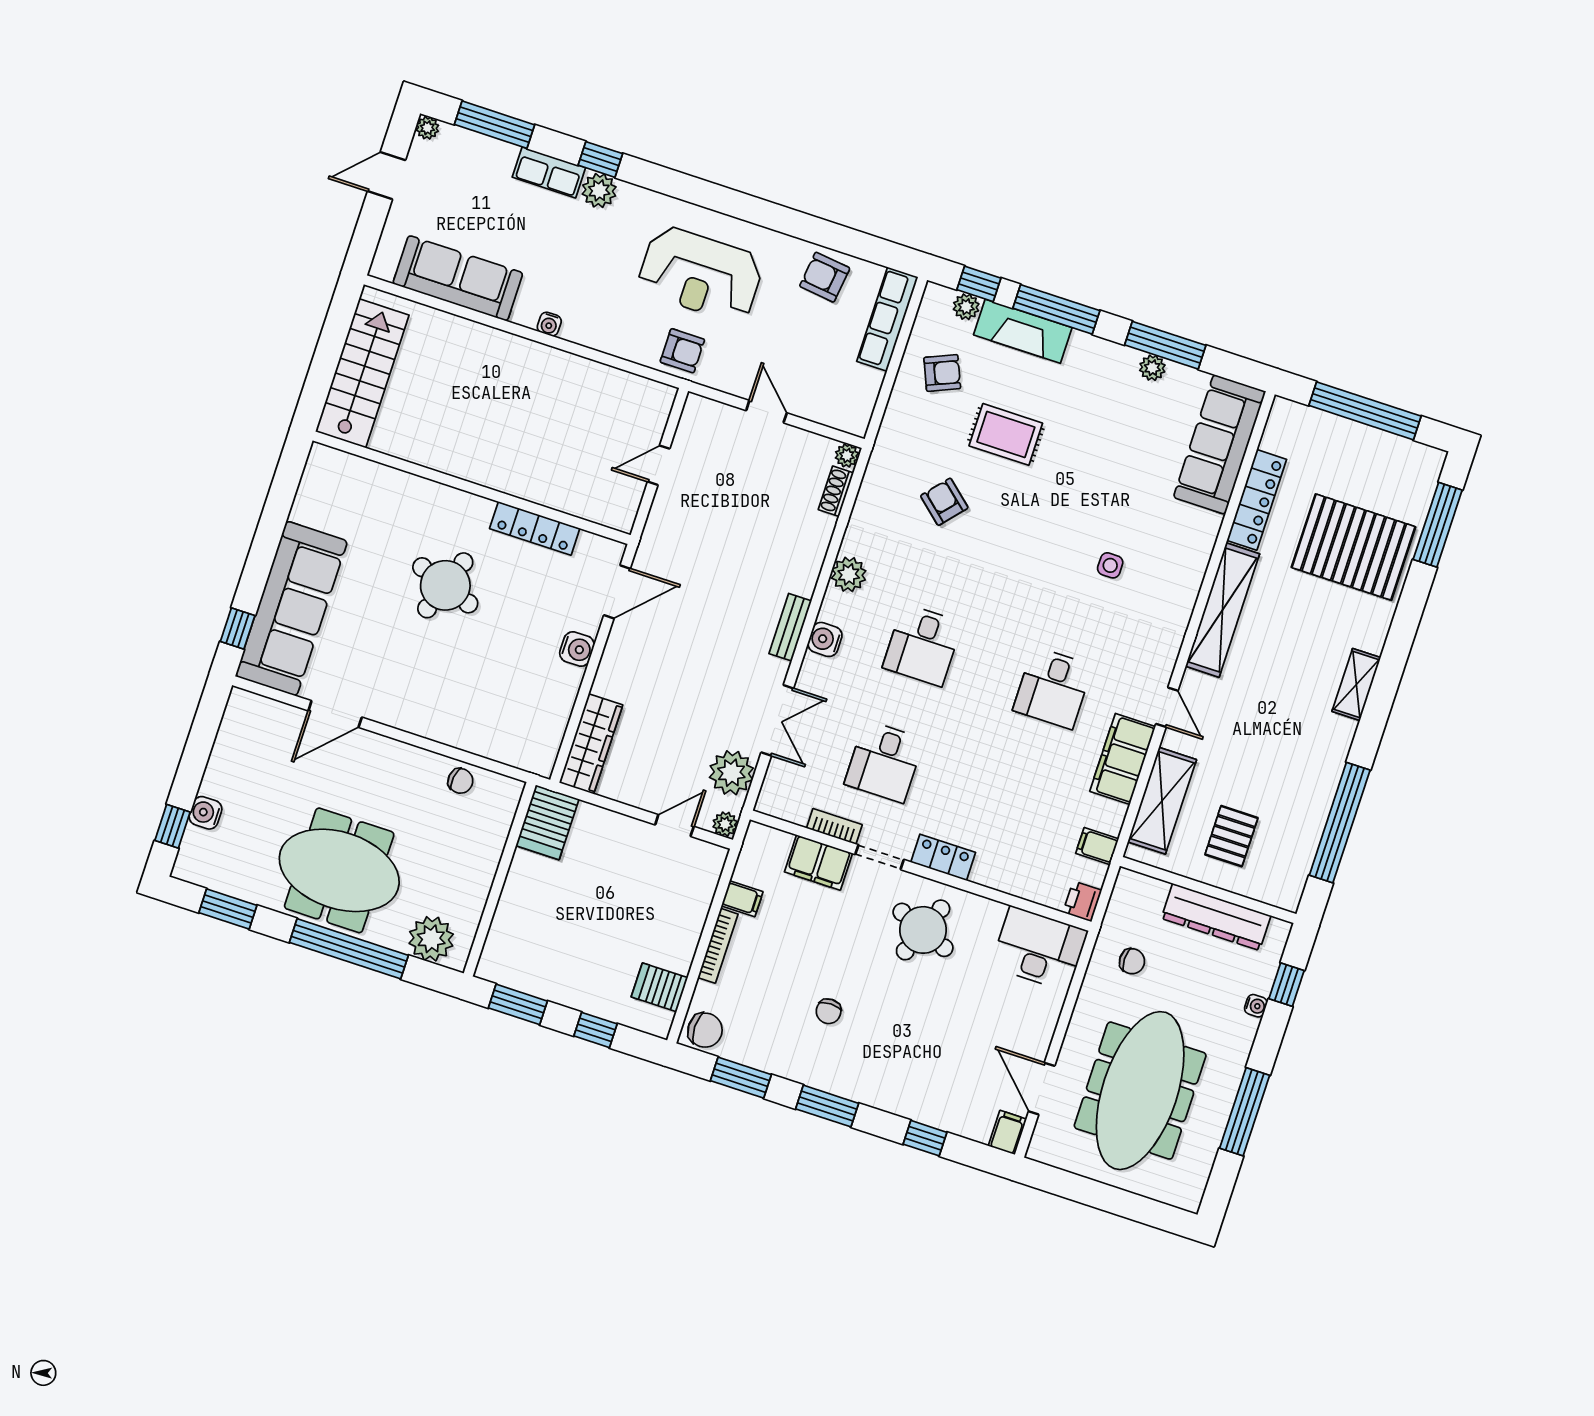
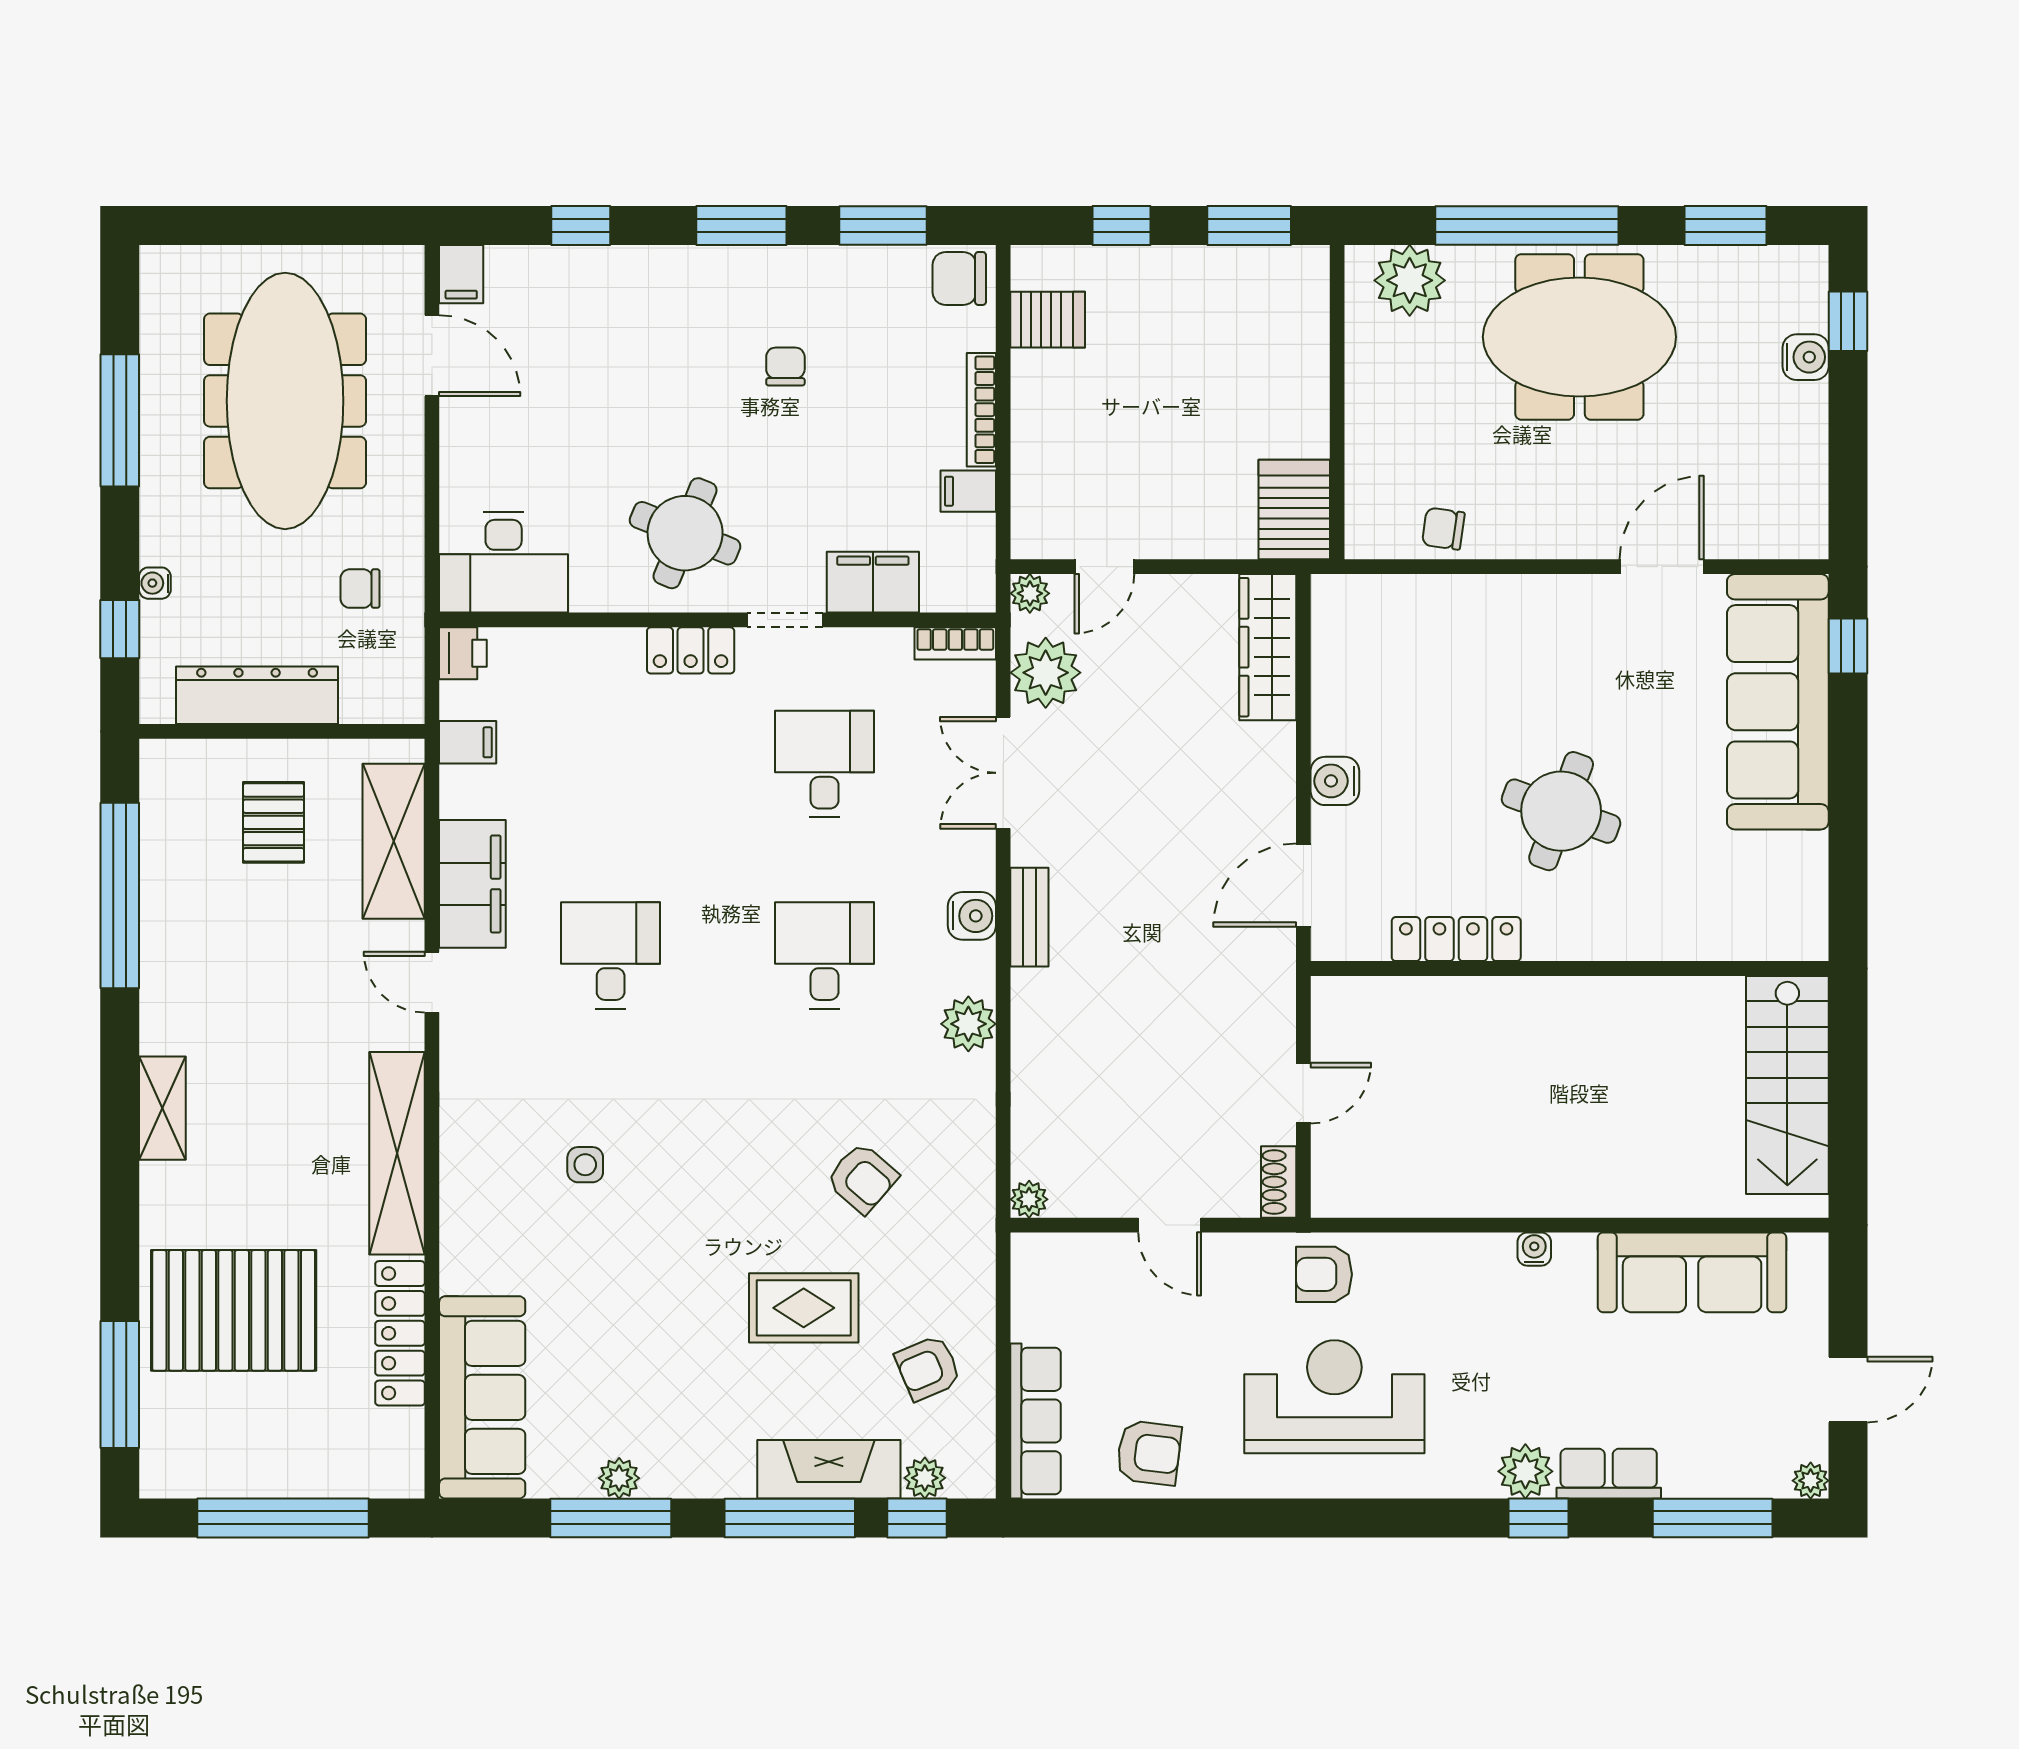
shoe rack: (836, 491) -> (1279, 1182), moved, turned 180
bookcase: (834, 826) -> (955, 643), moved

